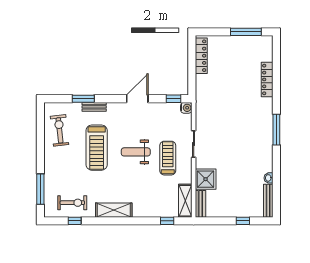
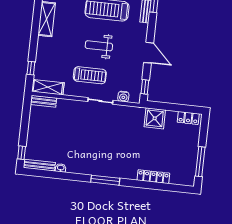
locker: (201, 56) -> (188, 118), width x0.66
water cooler: (186, 108) -> (123, 97), moved
weight bench: (136, 152) -> (99, 46), turned -90
shower: (206, 179) -> (155, 118), moved
window: (243, 221) -> (22, 153), moved

